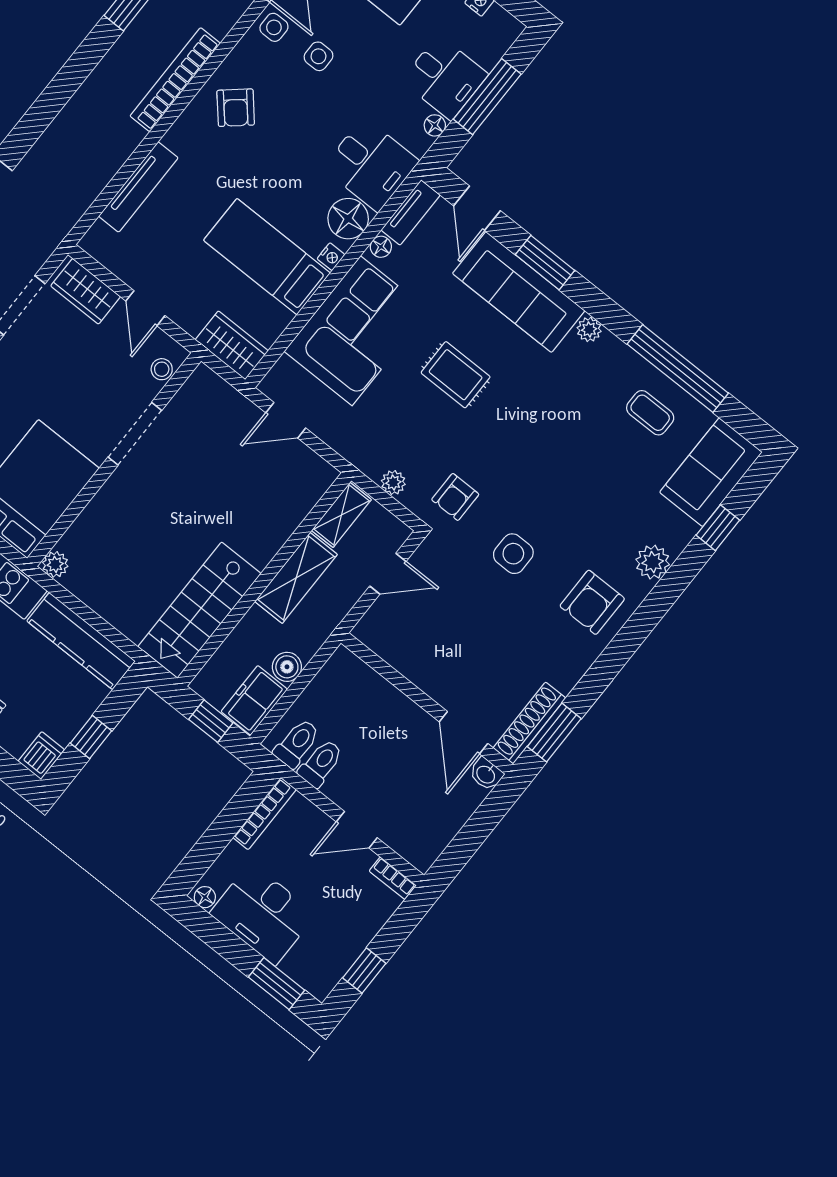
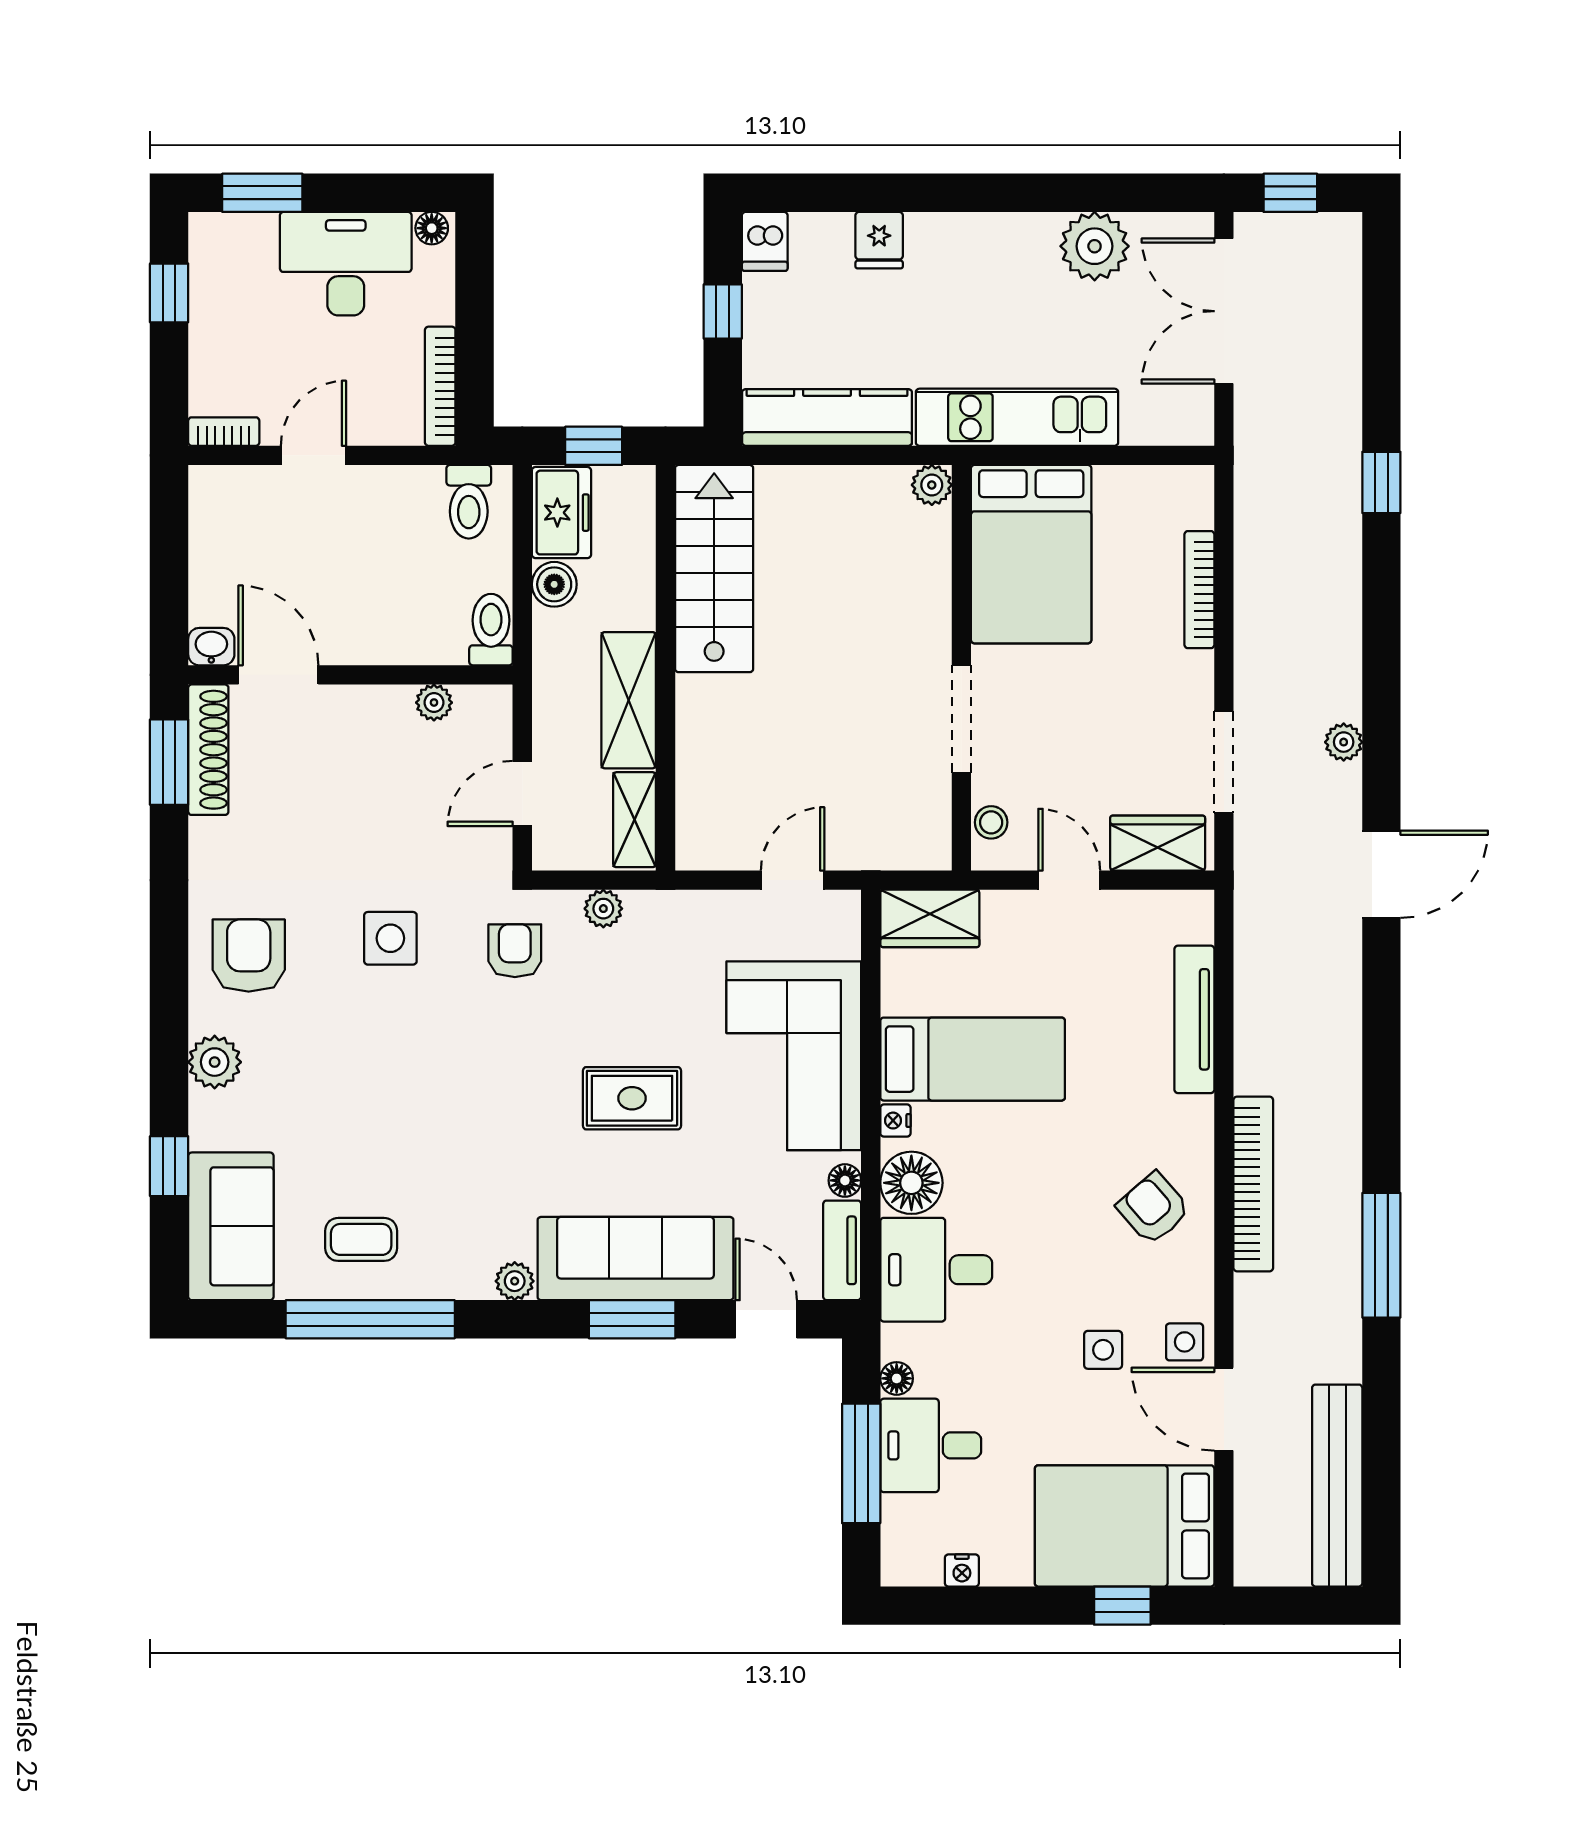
plant: (396, 656) -> (434, 703), added
toilet: (321, 763) -> (491, 630), moved, turned 180

